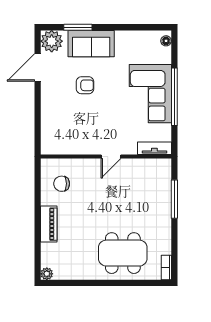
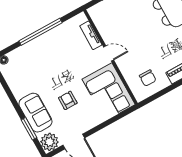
corner sofa: (150, 94) -> (109, 92), moved, turned 90
tv unit: (154, 148) -> (91, 35), moved

